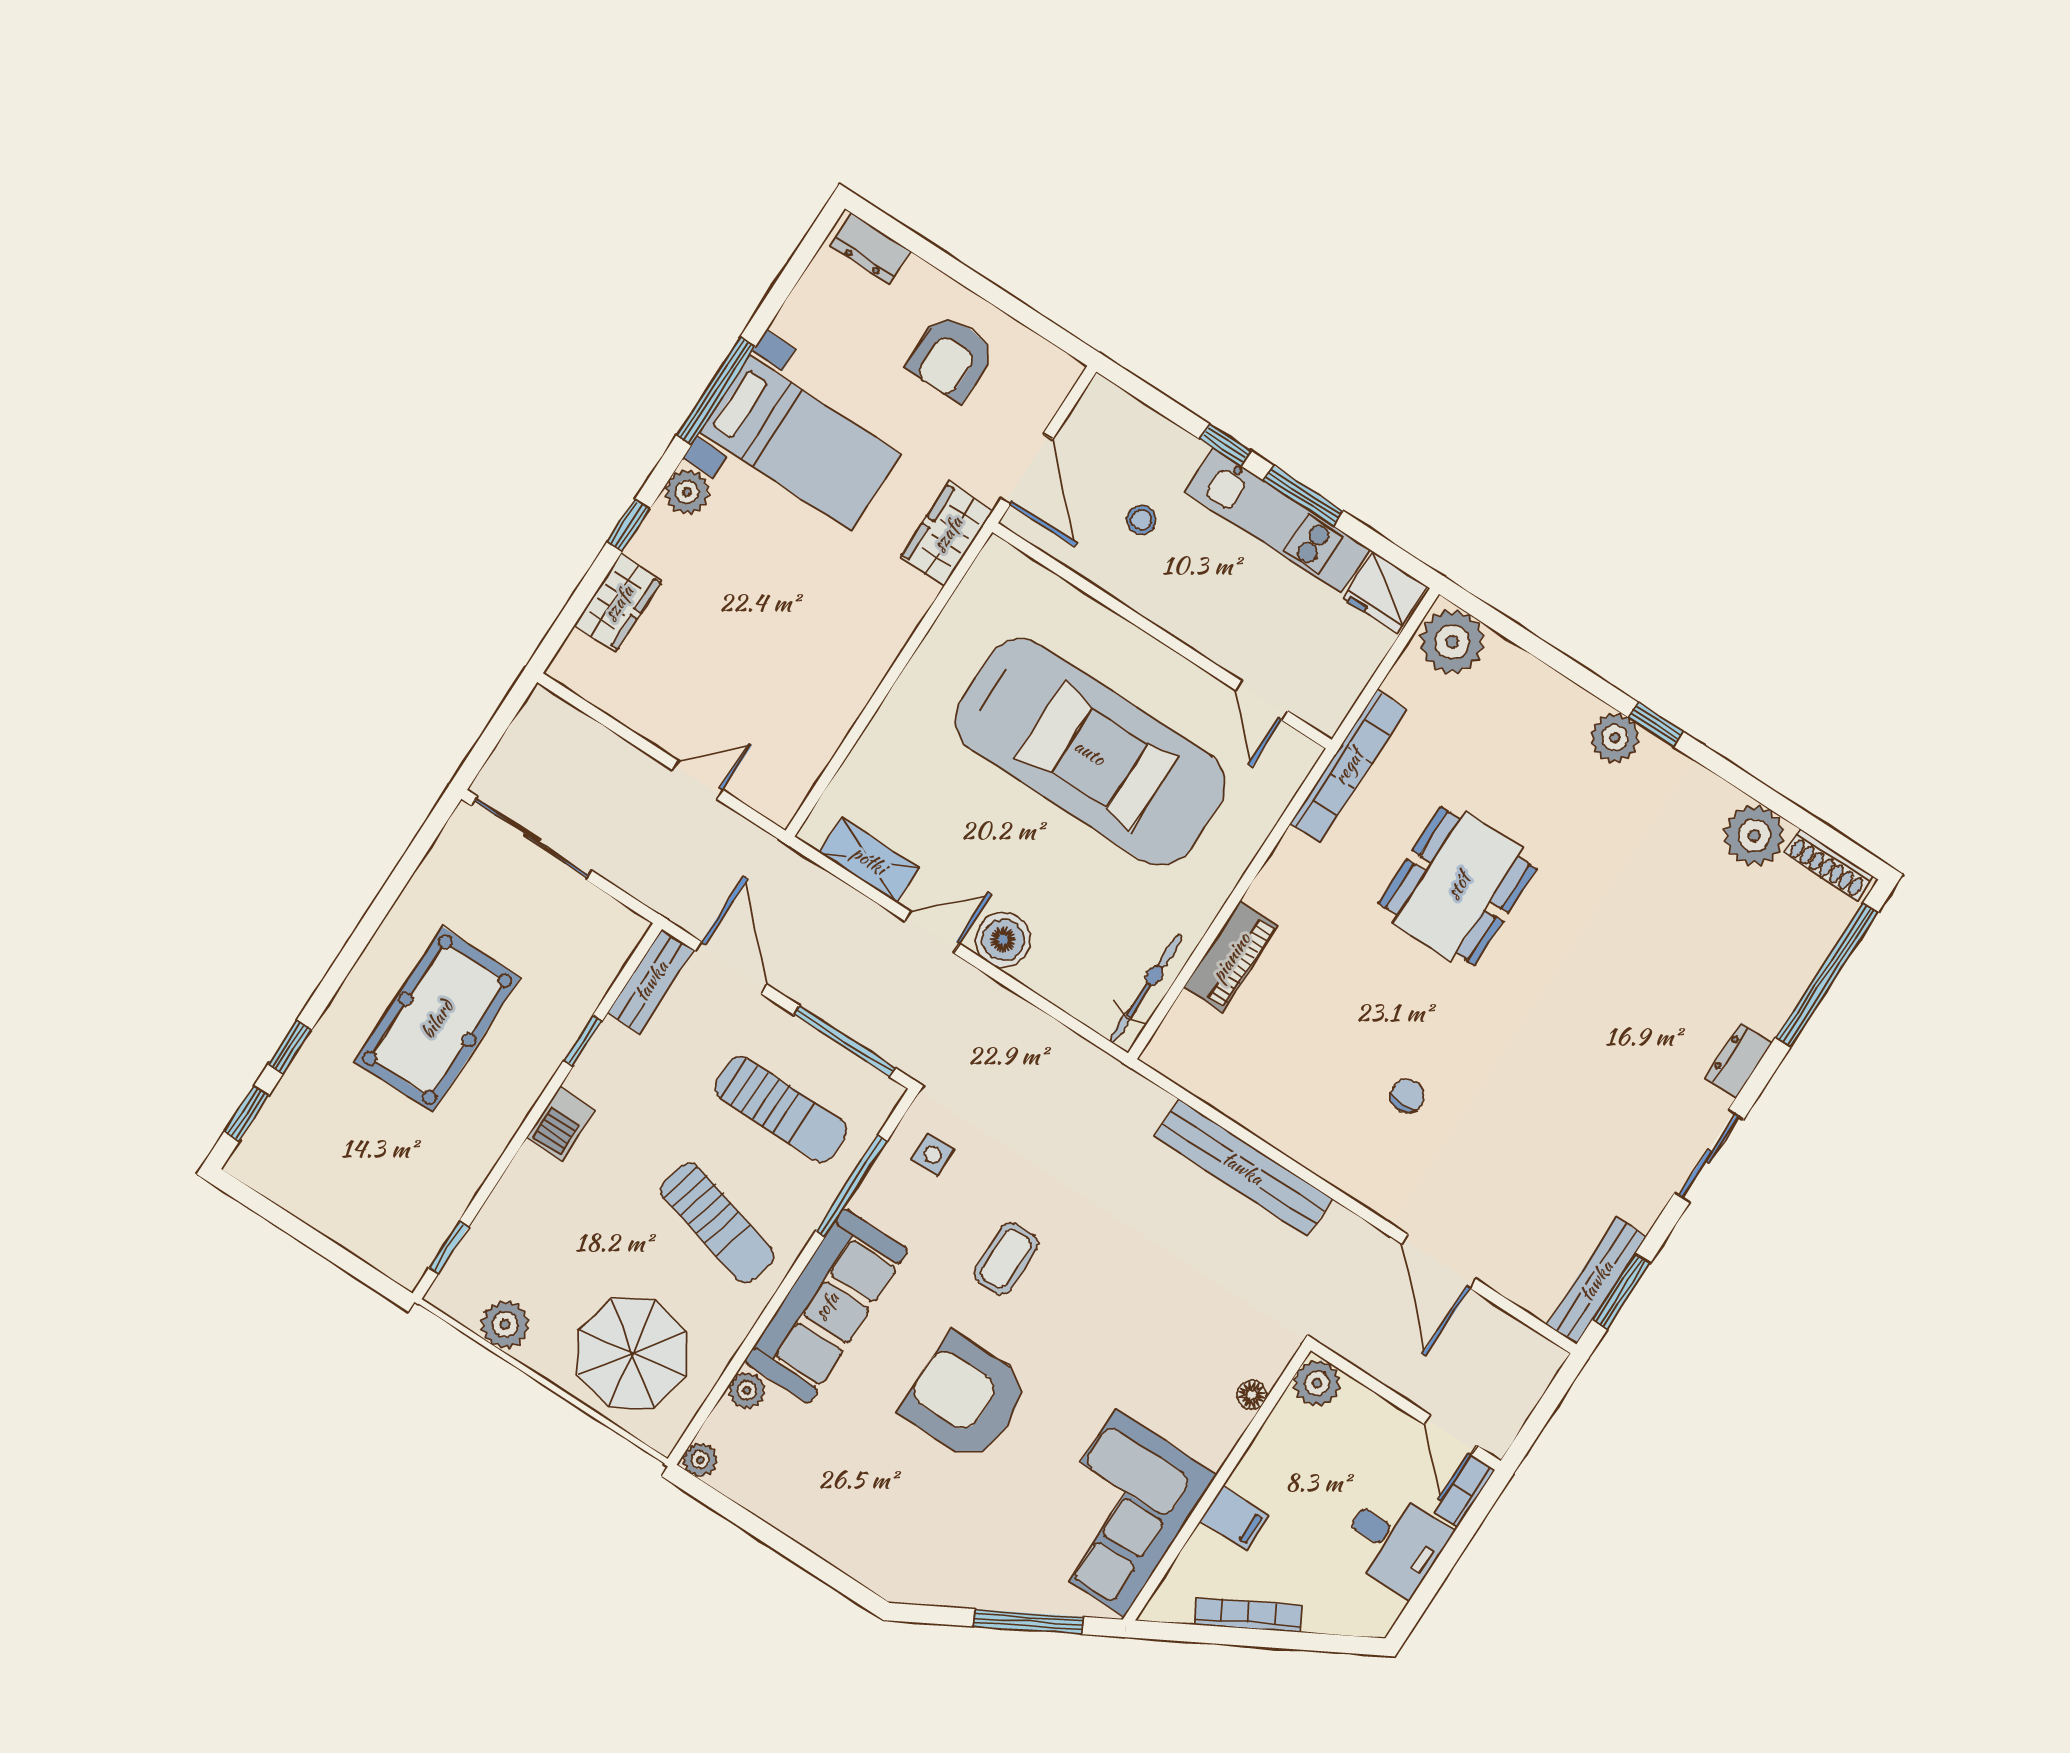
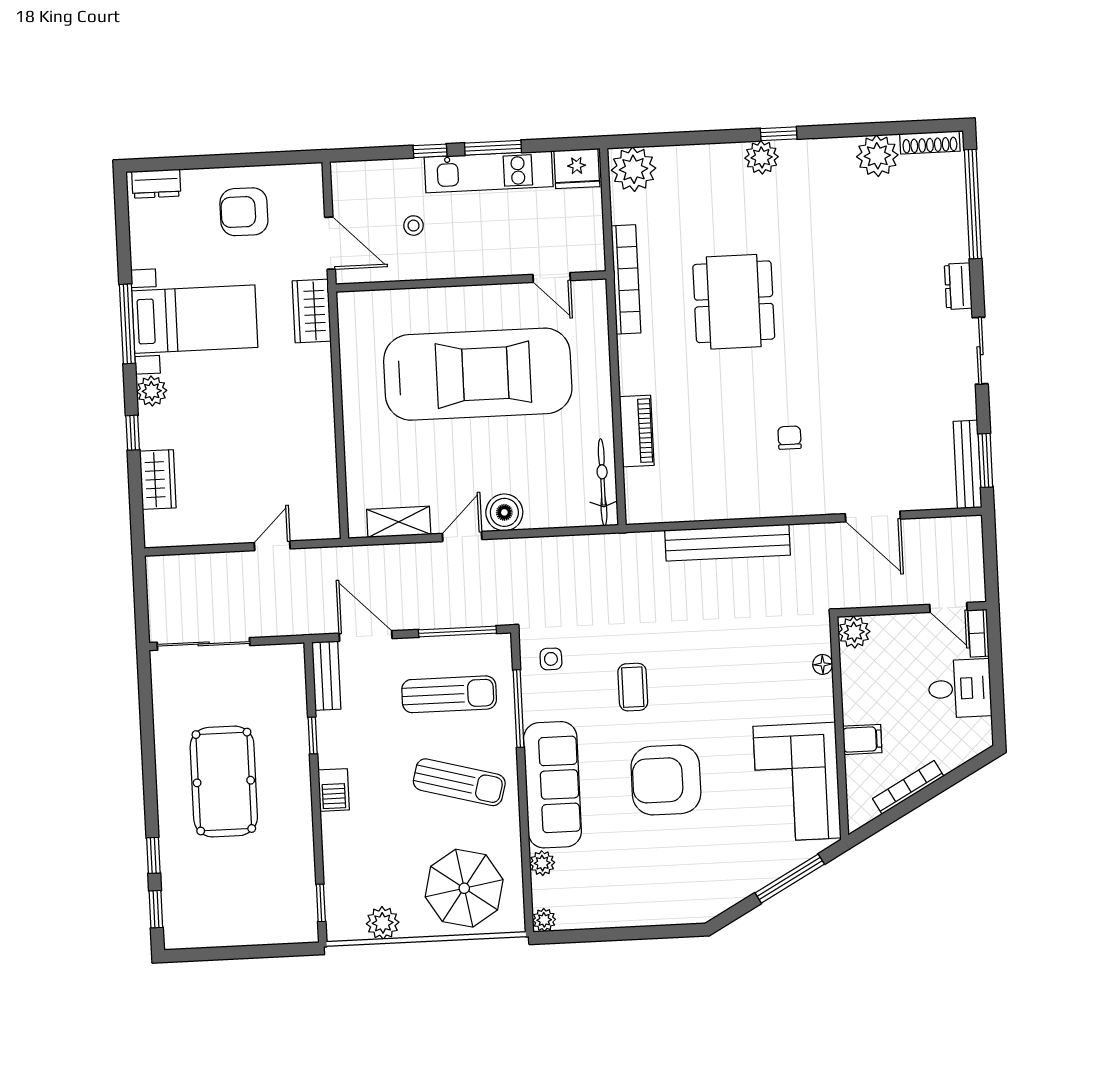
armchair: (951, 358) -> (244, 212), turned 90

